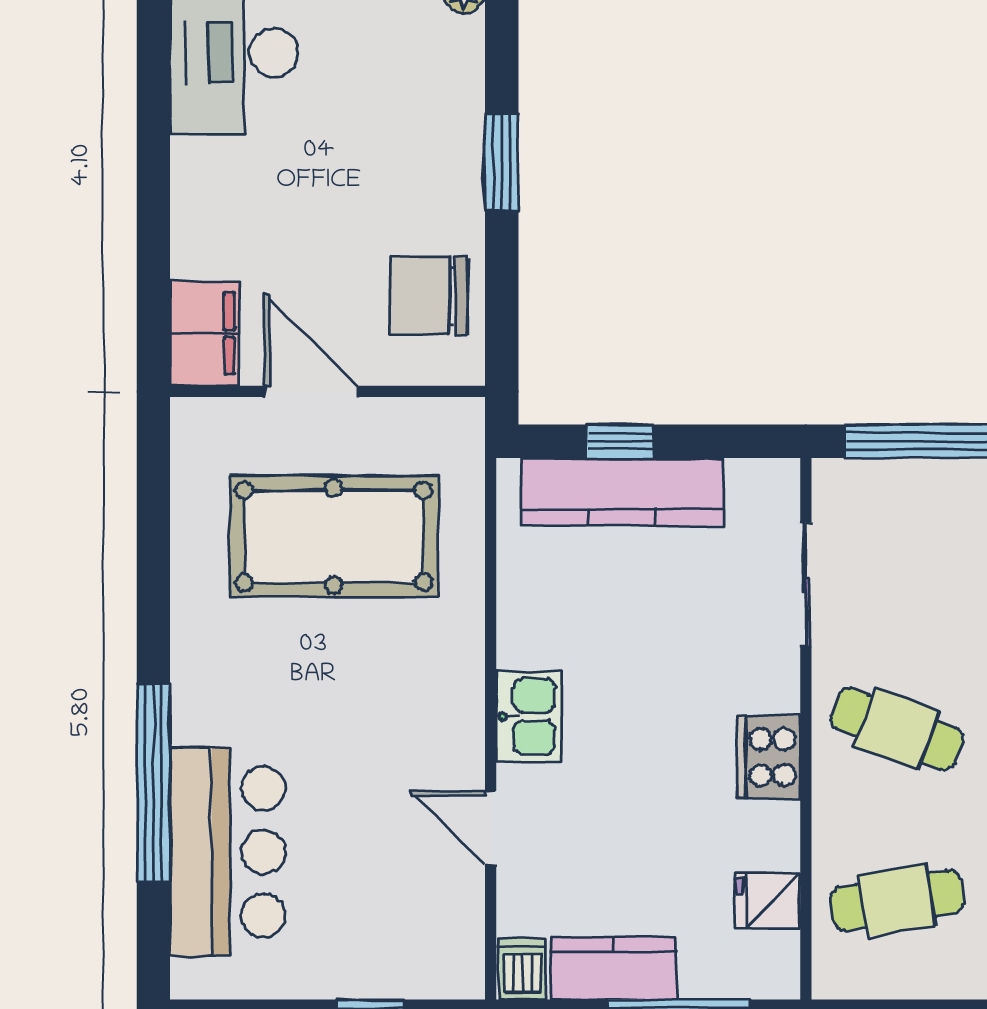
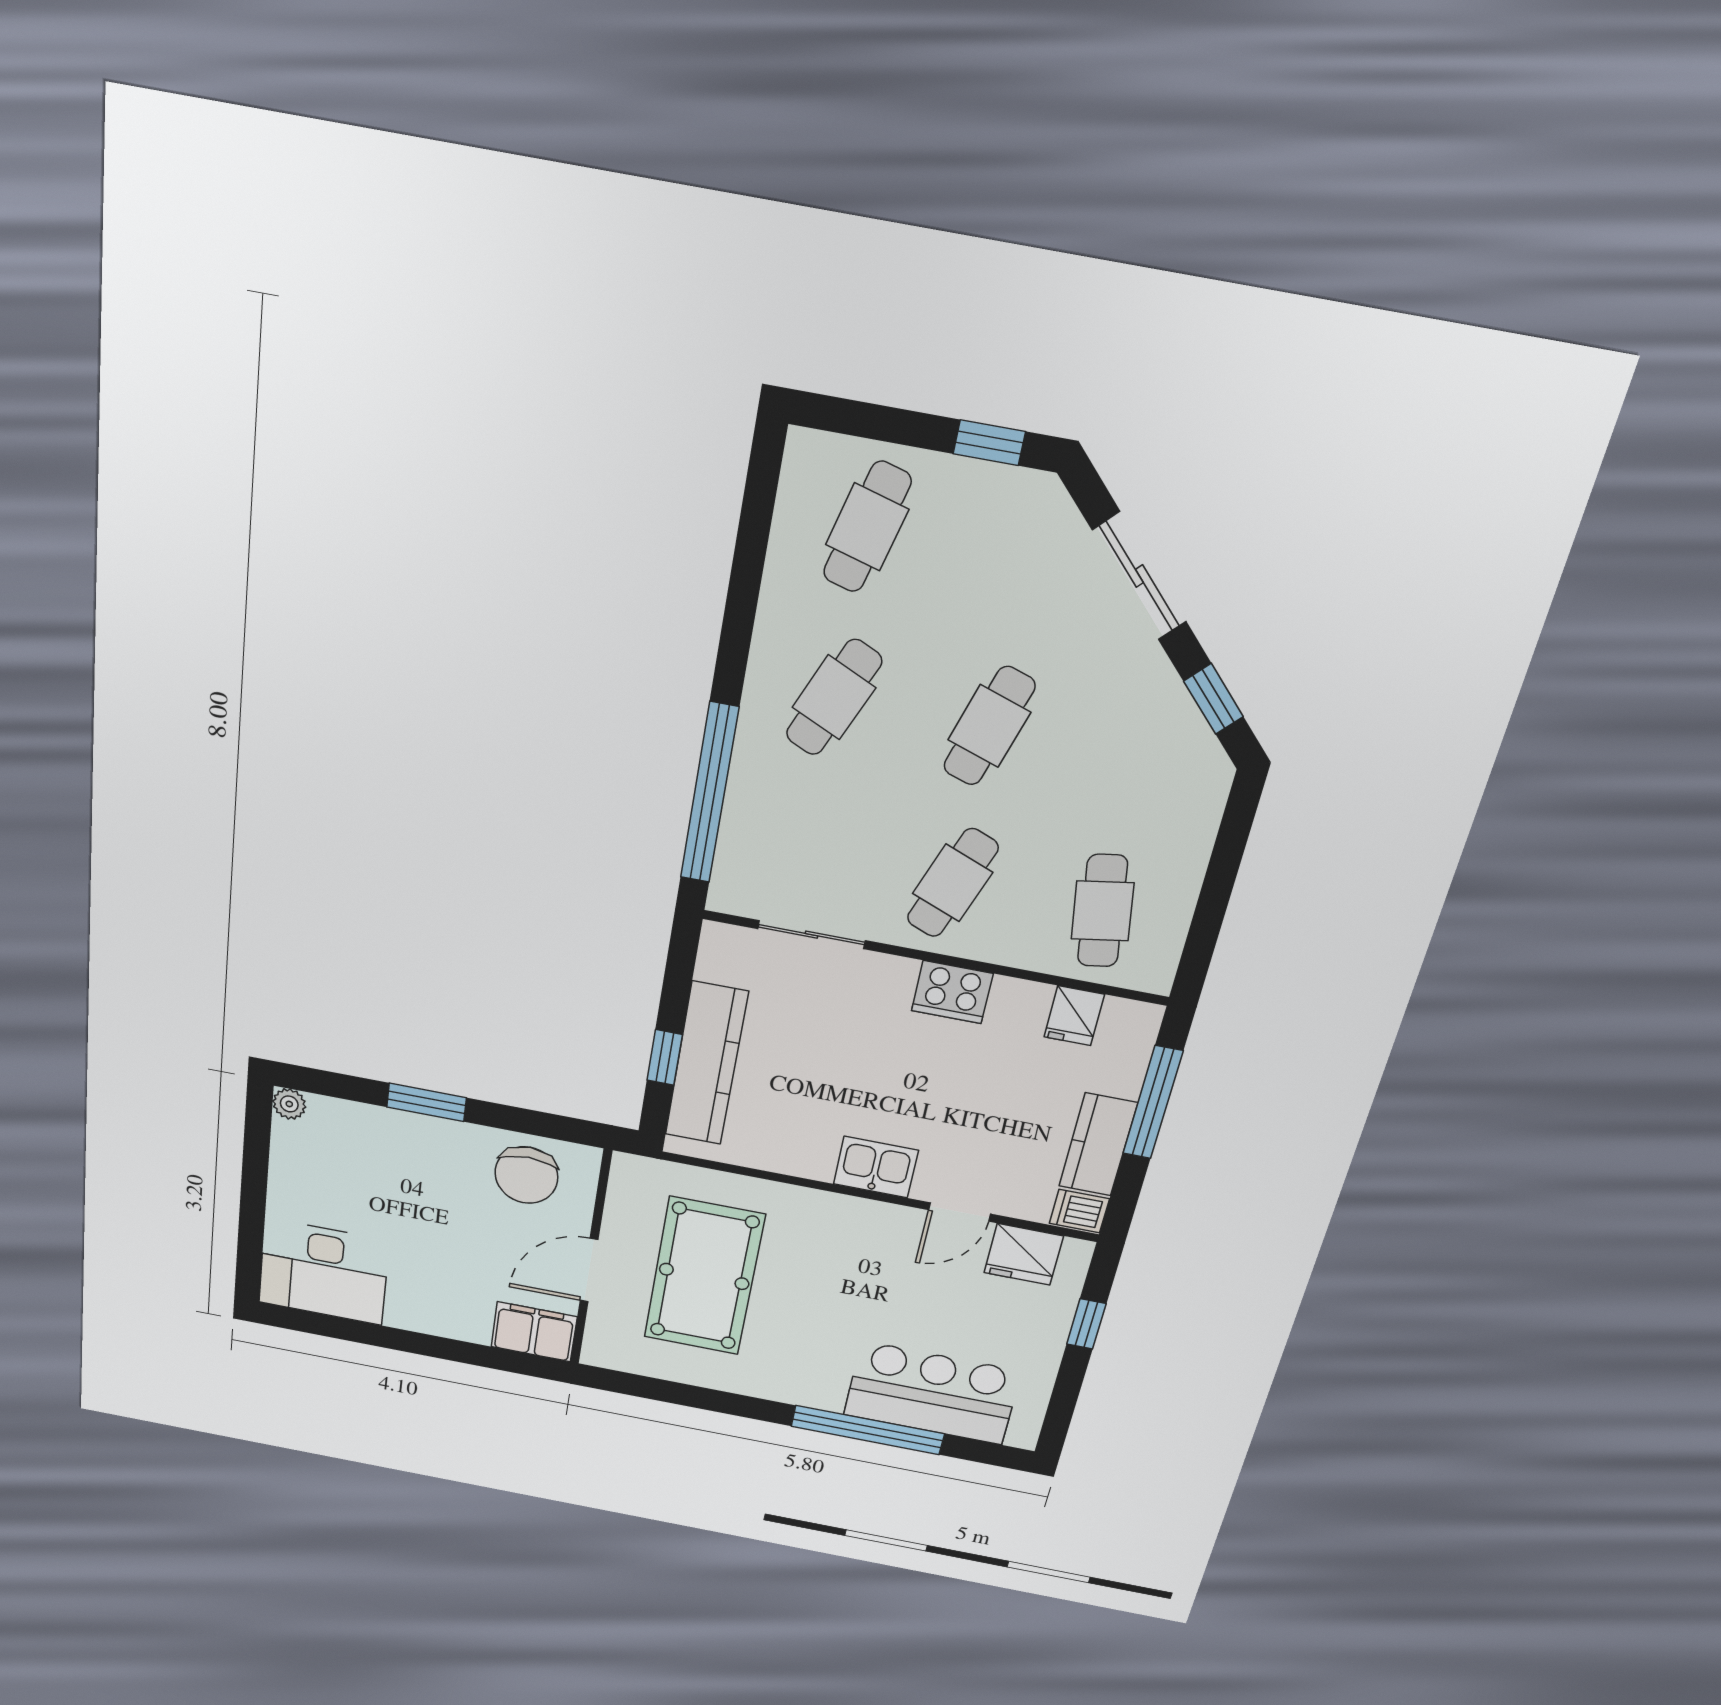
fridge: (450, 918) -> (1024, 1254), added

